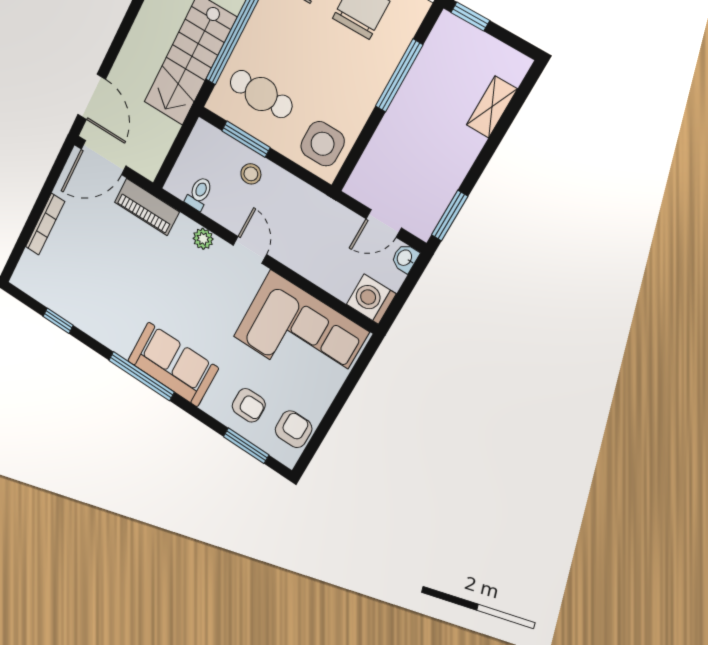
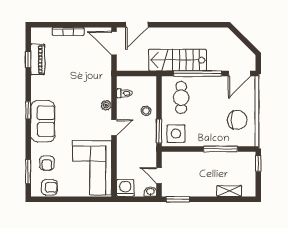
window: (246, 139) -> (159, 131), moved
piano: (147, 207) -> (38, 59), moved, turned 180
window: (141, 376) -> (28, 110), width x0.46

